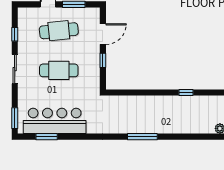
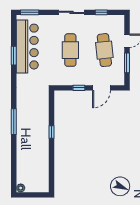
door: (103, 34) -> (101, 88), hinge flipped
window: (186, 92) -> (52, 132), moved
window: (47, 137) -> (14, 56), moved

